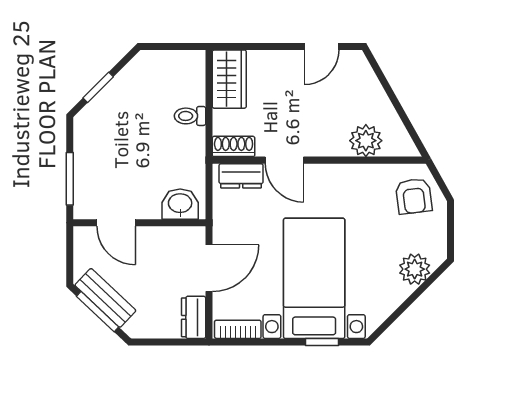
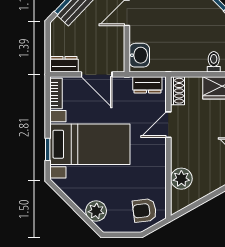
toilet: (190, 116) -> (214, 62), moved
dresser: (241, 176) -> (147, 85), moved, turned -90

